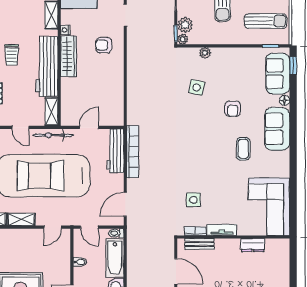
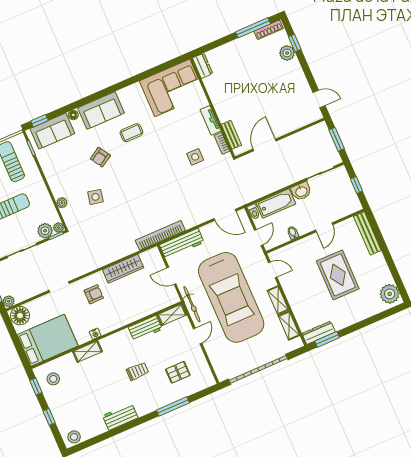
armchair: (104, 45) -> (94, 294), turned -90
wardrobe: (68, 56) -> (123, 269), moved, turned 180
workbench: (47, 66) -> (145, 328), width x0.53, depth x0.76
armchair: (233, 109) -> (100, 157), turned 148
bookcase: (133, 152) -> (160, 235), moved
dresser: (253, 245) -> (203, 66), moved

